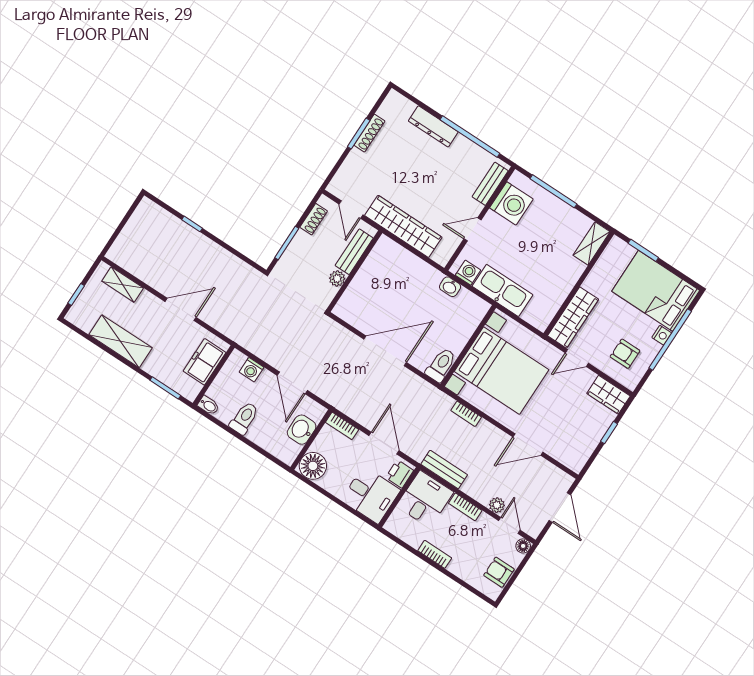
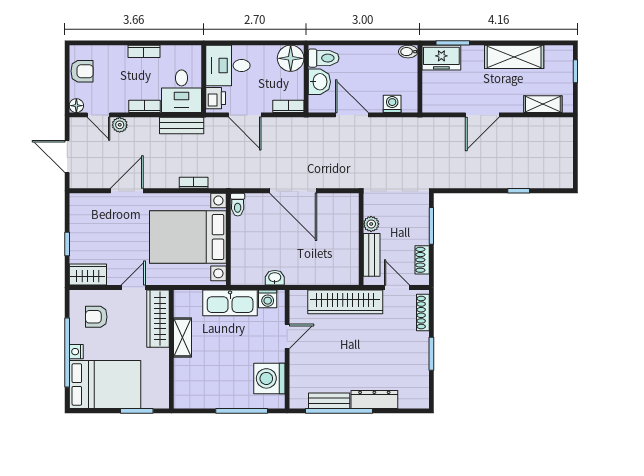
shoe rack: (369, 133) -> (423, 312), moved
bench: (490, 184) -> (329, 401), moved, turned 90
shelving: (592, 244) -> (183, 337), moved
door: (385, 351) -> (293, 191), hinge flipped
armchair: (625, 354) -> (96, 317), turned 180
freezer: (205, 362) -> (441, 58), moved, turned 90
toilet: (441, 365) -> (238, 205), width x0.73, depth x0.72
toilet: (244, 418) -> (324, 58), moved, turned -90

